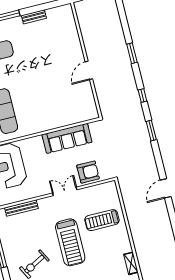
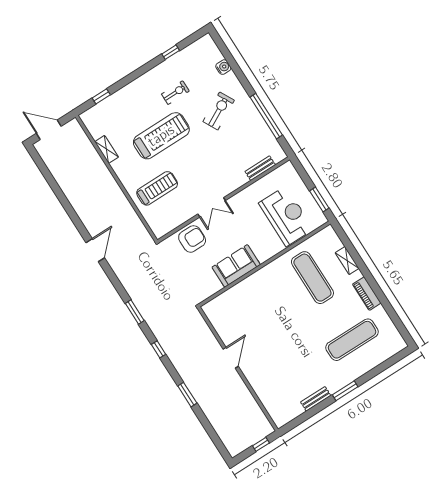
sofa: (67, 138) -> (236, 266), width x0.73
armchair: (88, 172) -> (192, 239), turned 180
bench: (21, 208) -> (260, 168), width x0.73
treadmill: (70, 242) -> (161, 136), moved, turned 90

